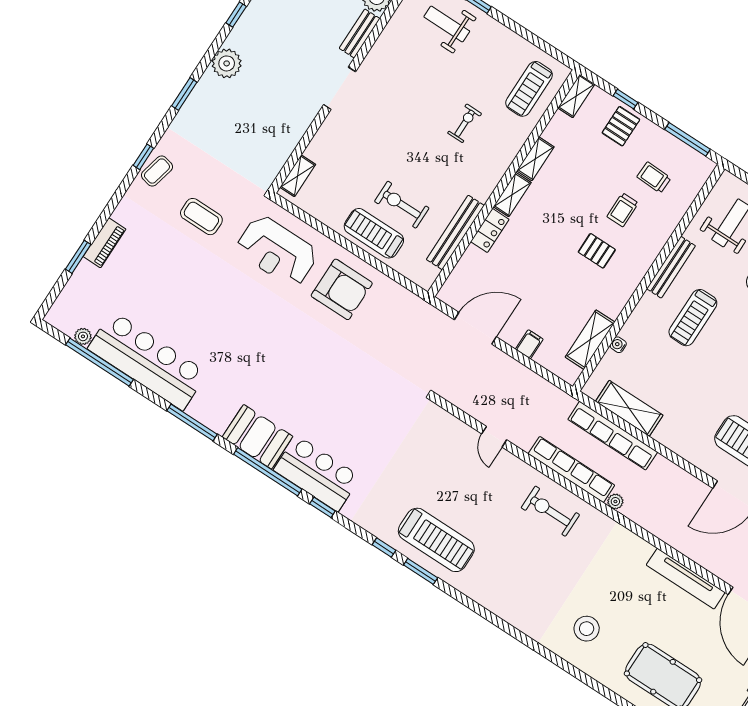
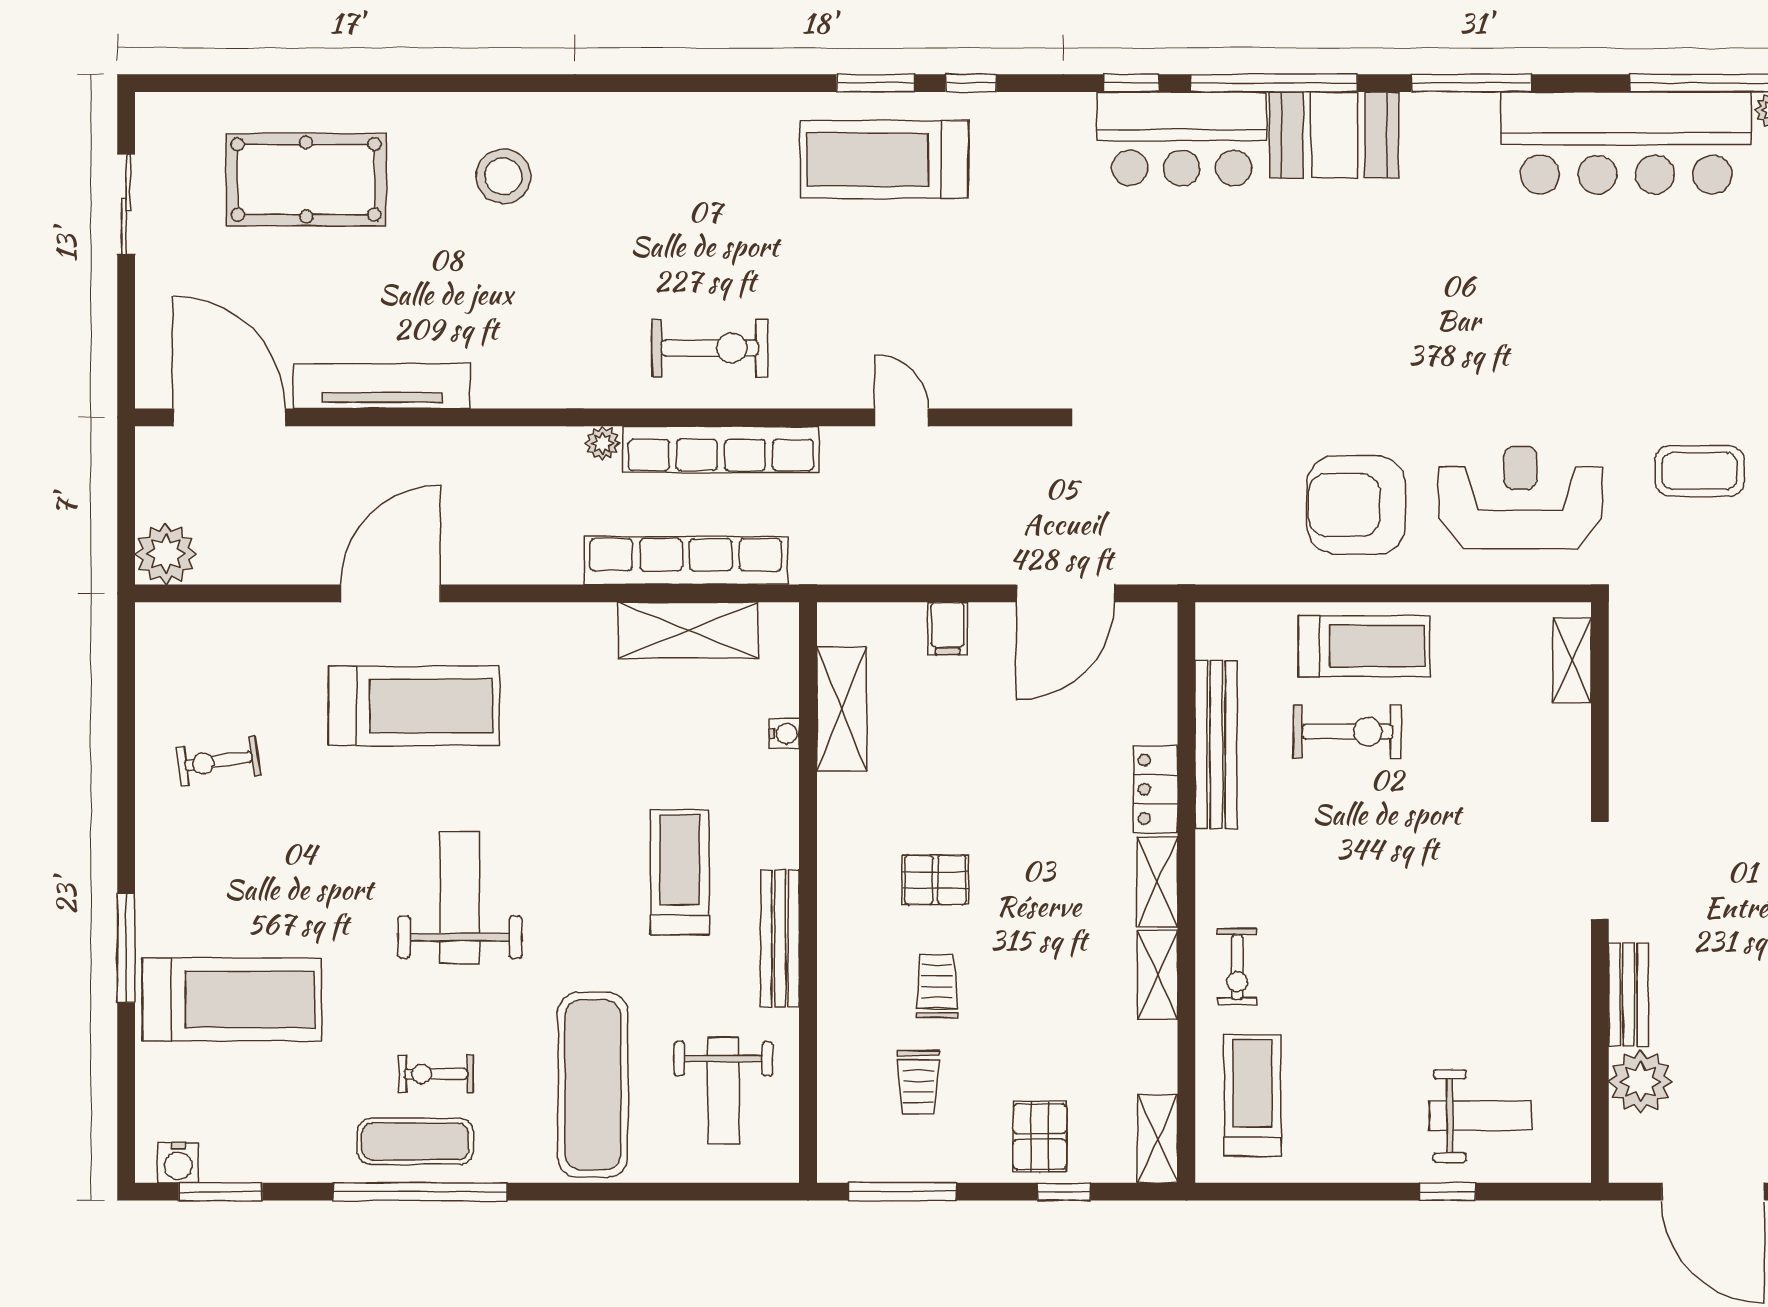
exercise bike: (465, 123) -> (1237, 967), moved
trolley: (654, 177) -> (918, 1082), turned 88

